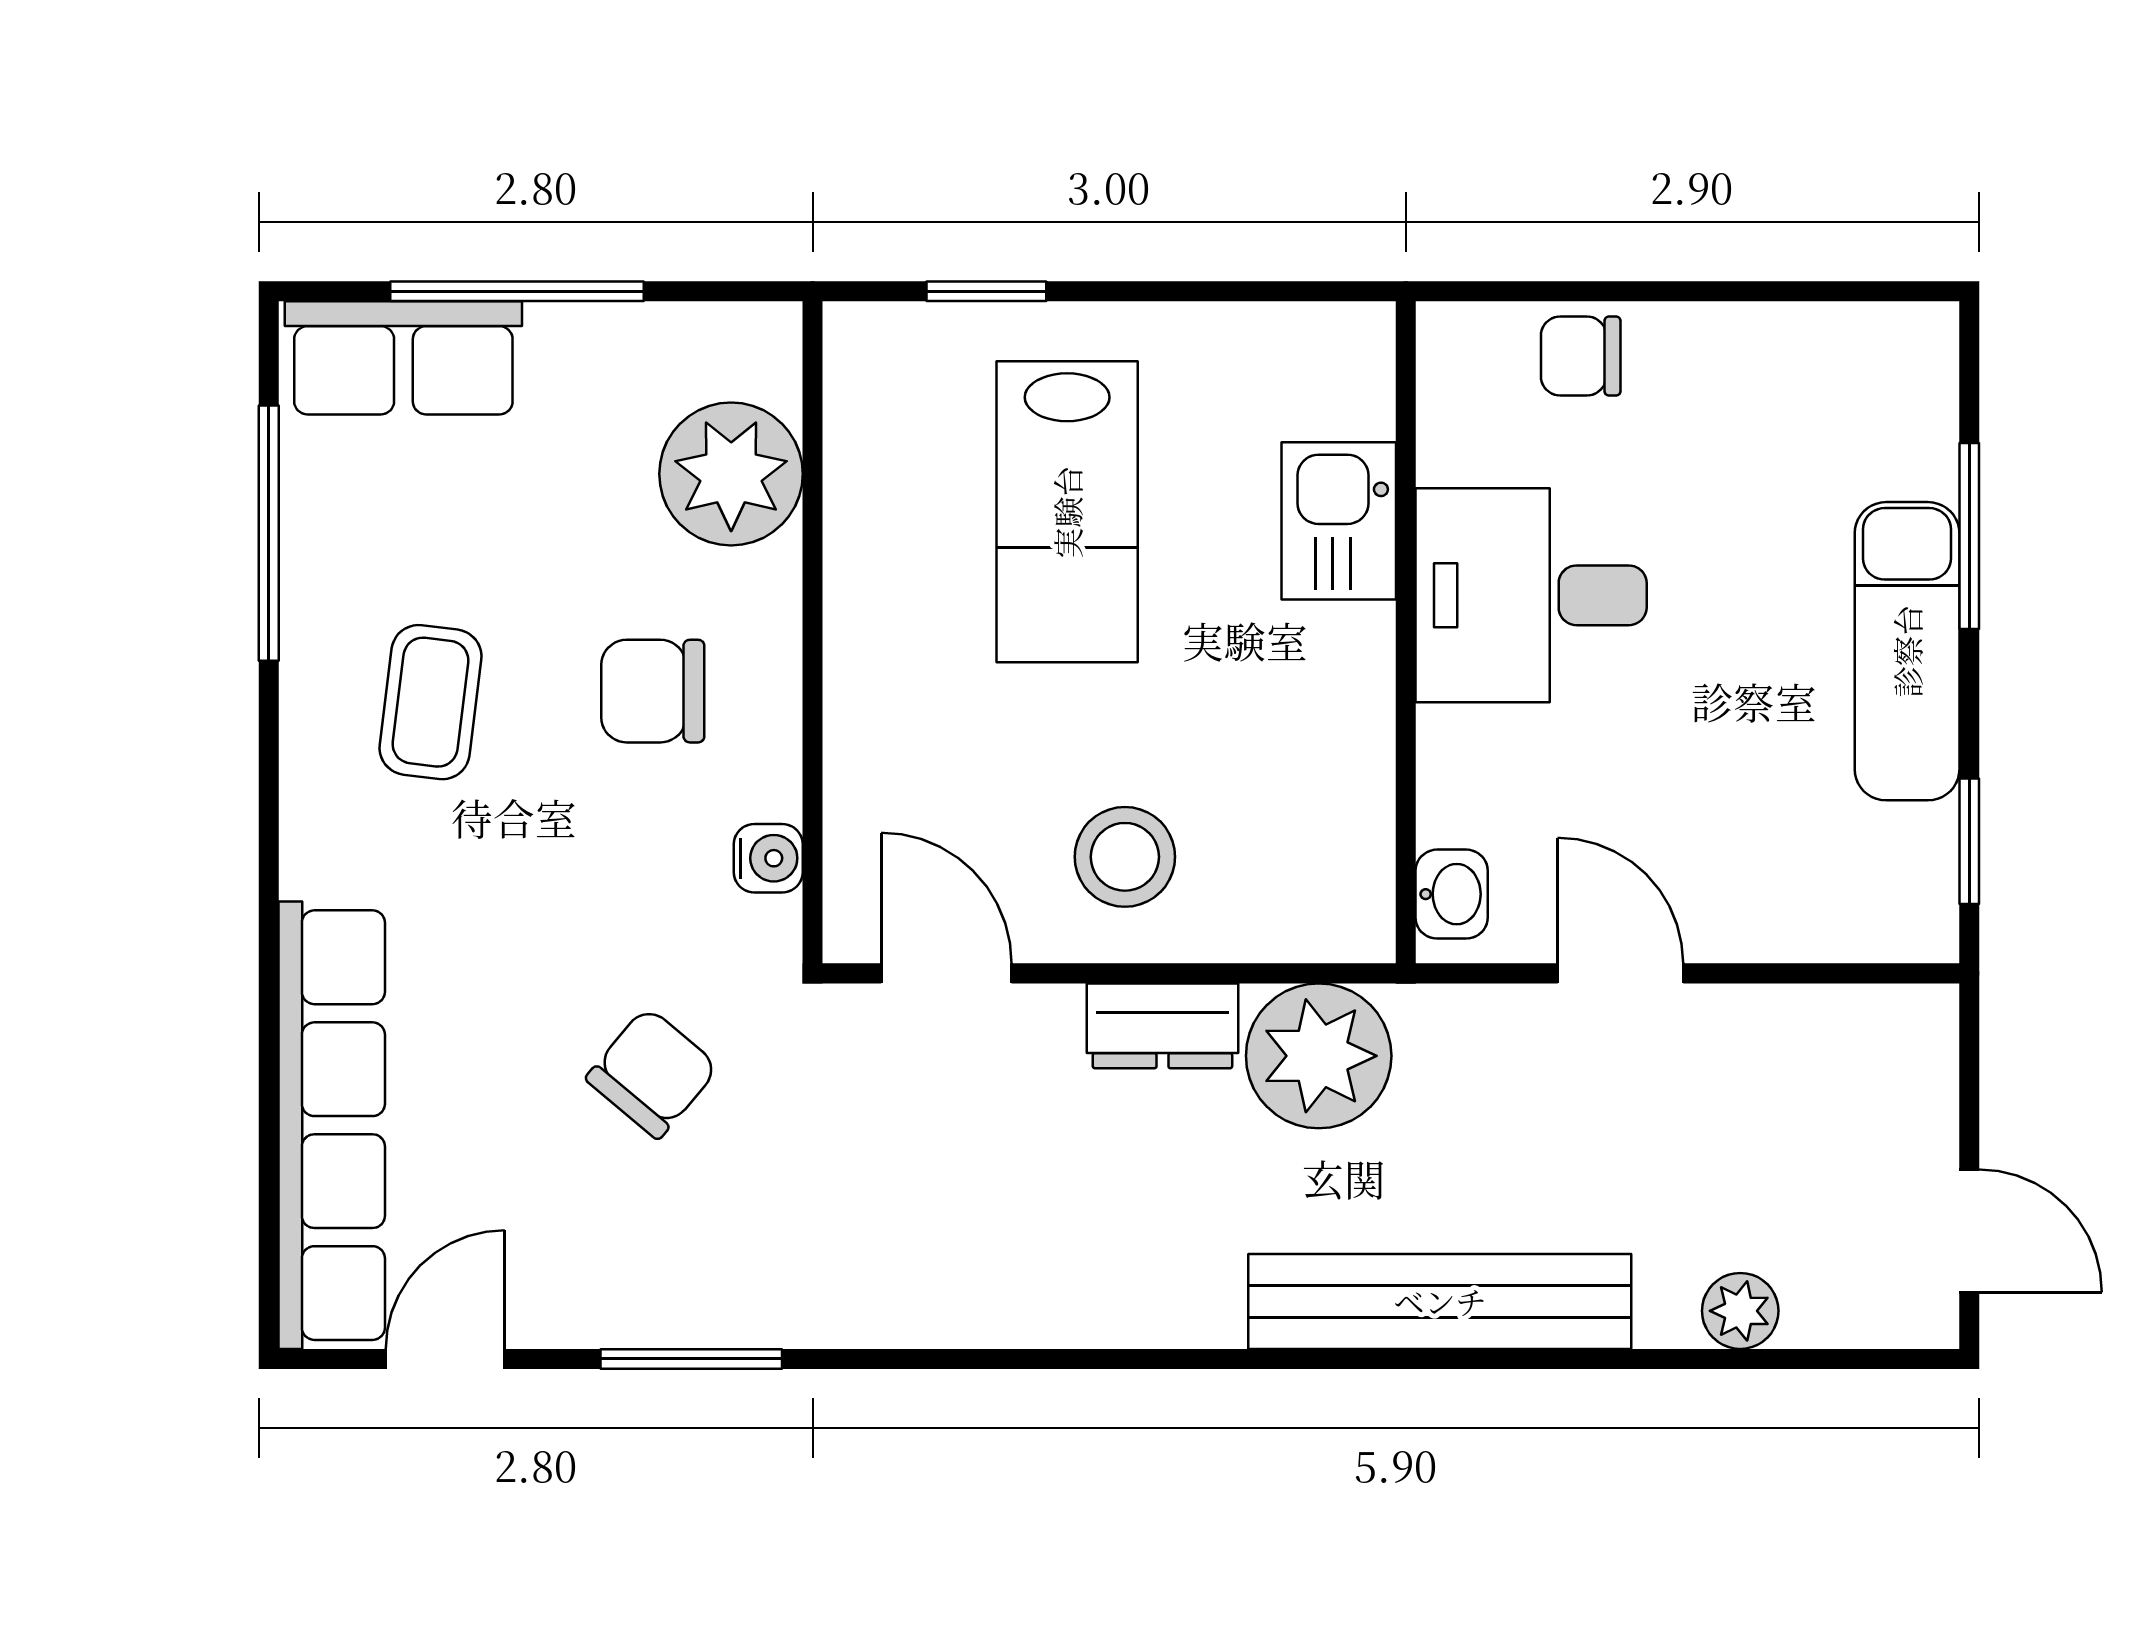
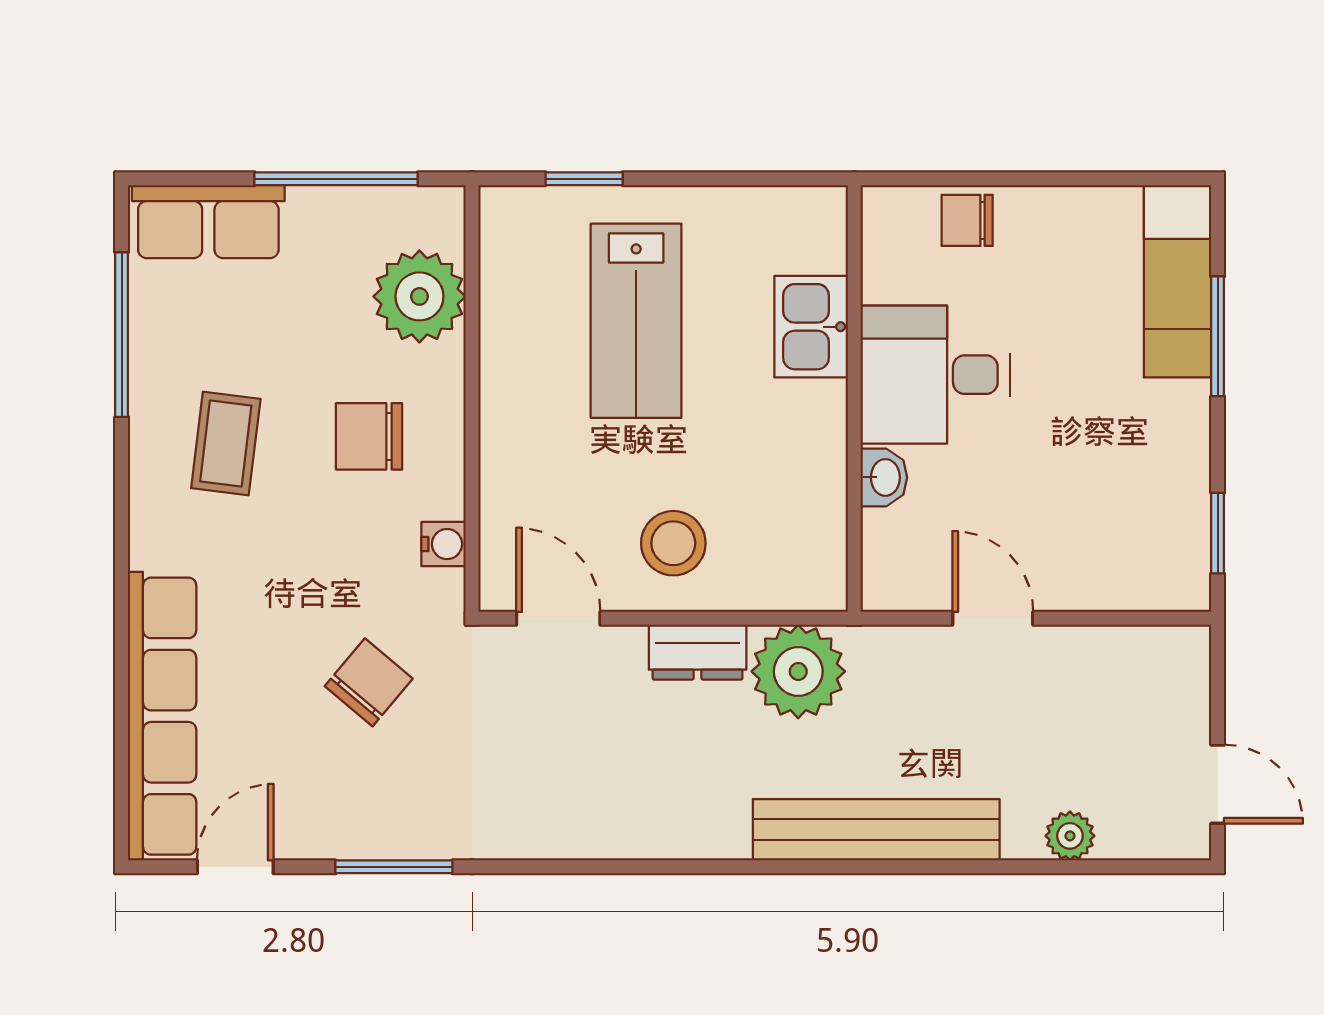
window: (517, 291) -> (336, 179), moved
exam couch: (1907, 651) -> (1177, 281), moved
washbasin: (1452, 894) -> (884, 477), moved

